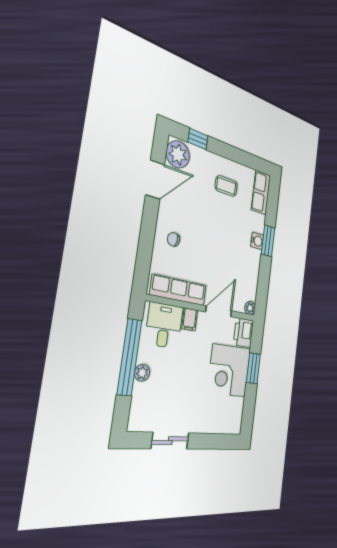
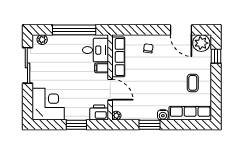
row of seats: (261, 193) -> (190, 113), width x1.48
window: (268, 241) -> (149, 125), moved
corner desk: (229, 371) -> (48, 104), moved, turned 90
plant: (142, 373) -> (42, 40), moved
sliding door: (170, 441) -> (27, 65), width x1.37

